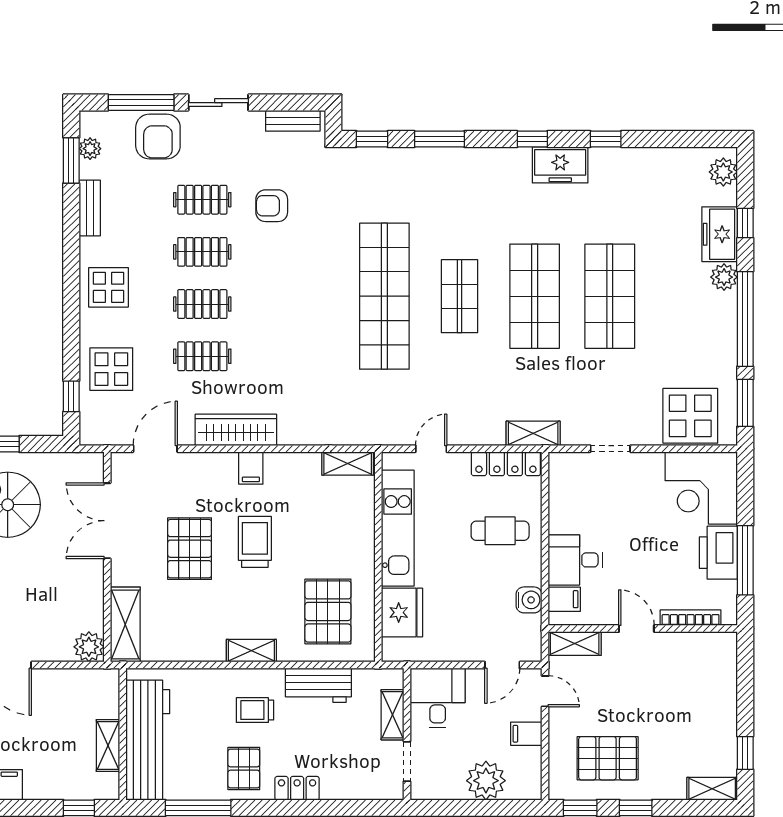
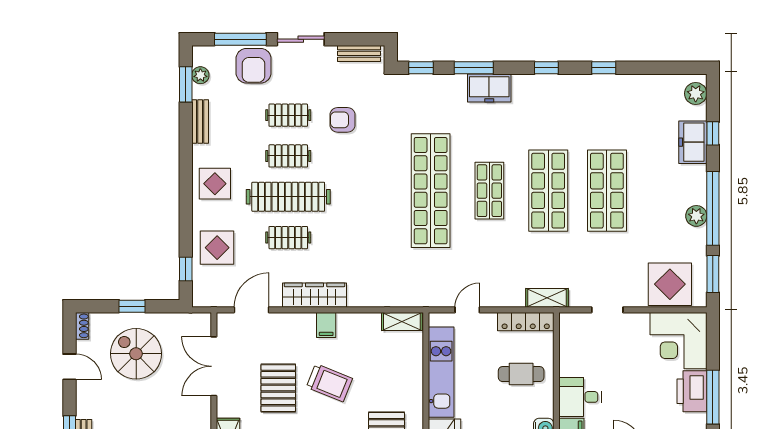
freezer: (560, 165) -> (489, 88), moved
plant: (724, 277) -> (696, 216), moved
clothes rail: (202, 304) -> (288, 197), width x1.86, depth x1.31
trolley: (255, 542) -> (329, 383), turned 112

